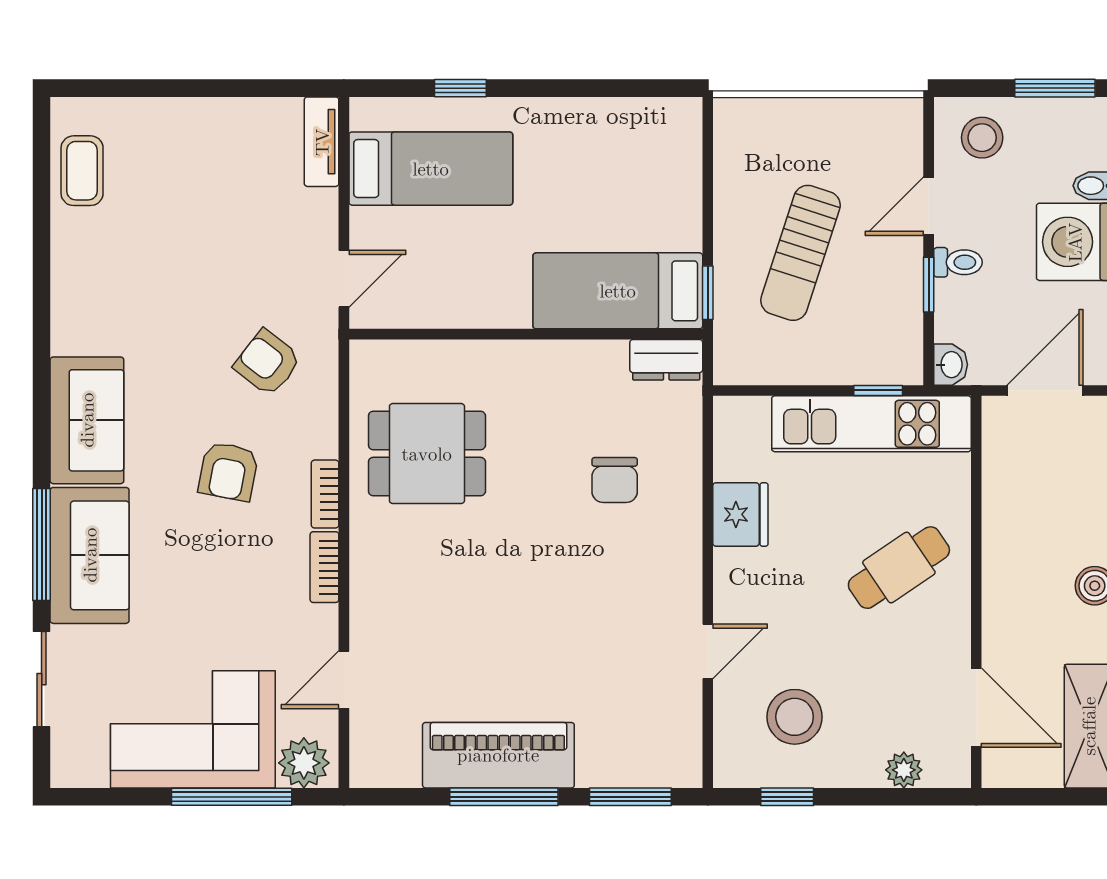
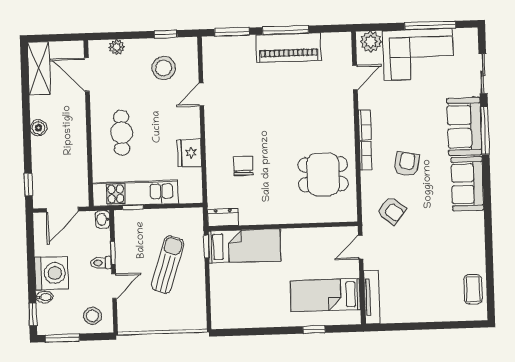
tv unit: (322, 142) -> (372, 297), width x1.41
cafe table: (899, 568) -> (122, 133), turned -56
window: (232, 797) -> (430, 25), moved

